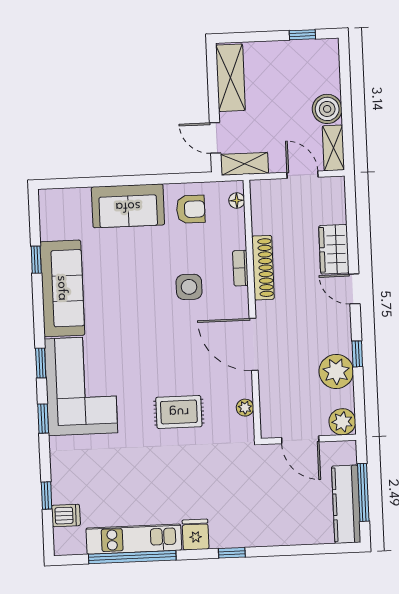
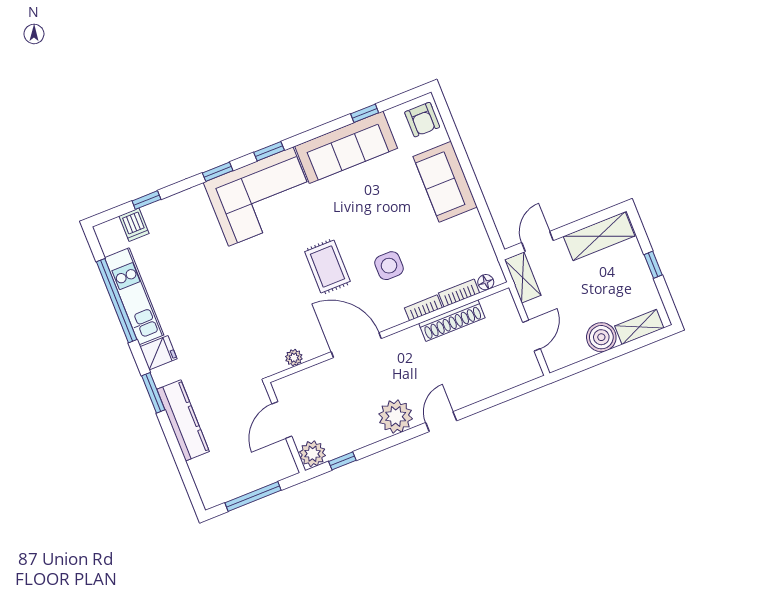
window: (302, 35) -> (653, 265), moved
shelving: (333, 148) -> (639, 327), moved
armchair: (191, 209) -> (422, 120), moved
bookcase: (238, 229) -> (459, 293), added
wardrobe: (334, 249) -> (472, 389), removed
shoe rack: (263, 268) -> (452, 321), moved
door: (254, 344) -> (356, 345), hinge flipped
window: (357, 354) -> (342, 461), moved
plant: (336, 371) -> (396, 416), moved
rug: (179, 412) -> (327, 266), moved
kitchen counter: (346, 504) -> (183, 420), moved, turned 90
window: (232, 553) -> (153, 393), width x1.50

